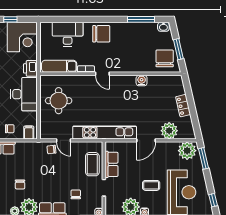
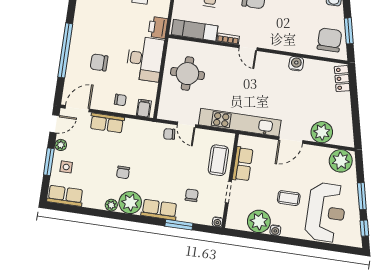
locker: (183, 106) -> (342, 79), moved
window: (204, 158) -> (362, 196), moved

